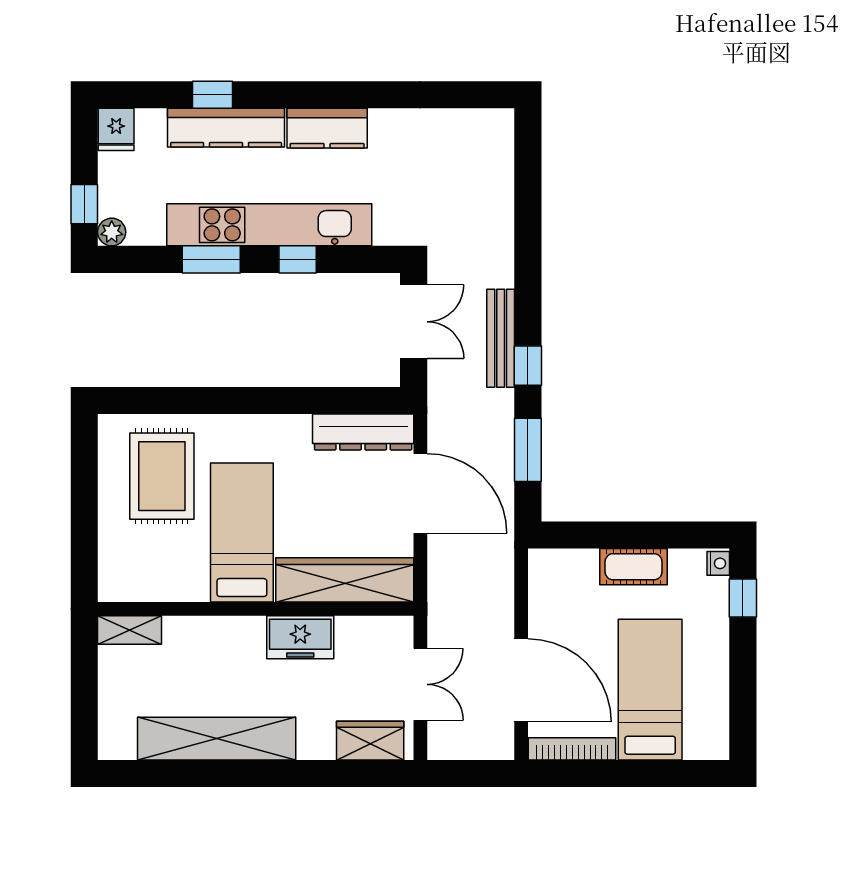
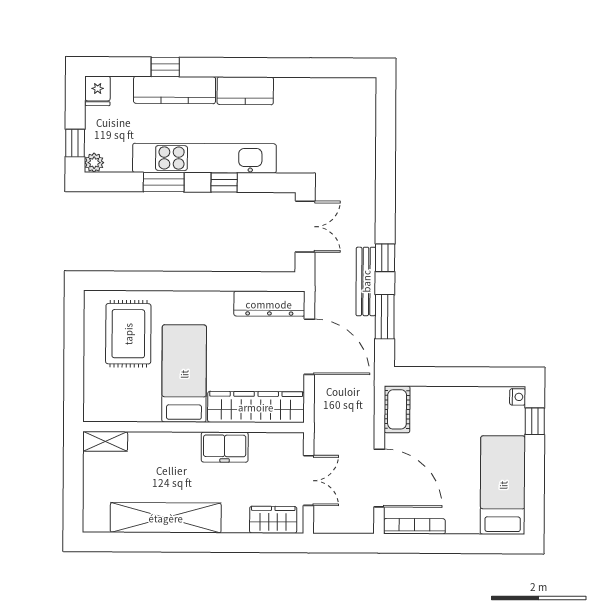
bench: (501, 338) -> (366, 281), moved
cot: (634, 567) -> (397, 409), moved, turned 90
bed: (650, 690) -> (503, 485), moved

